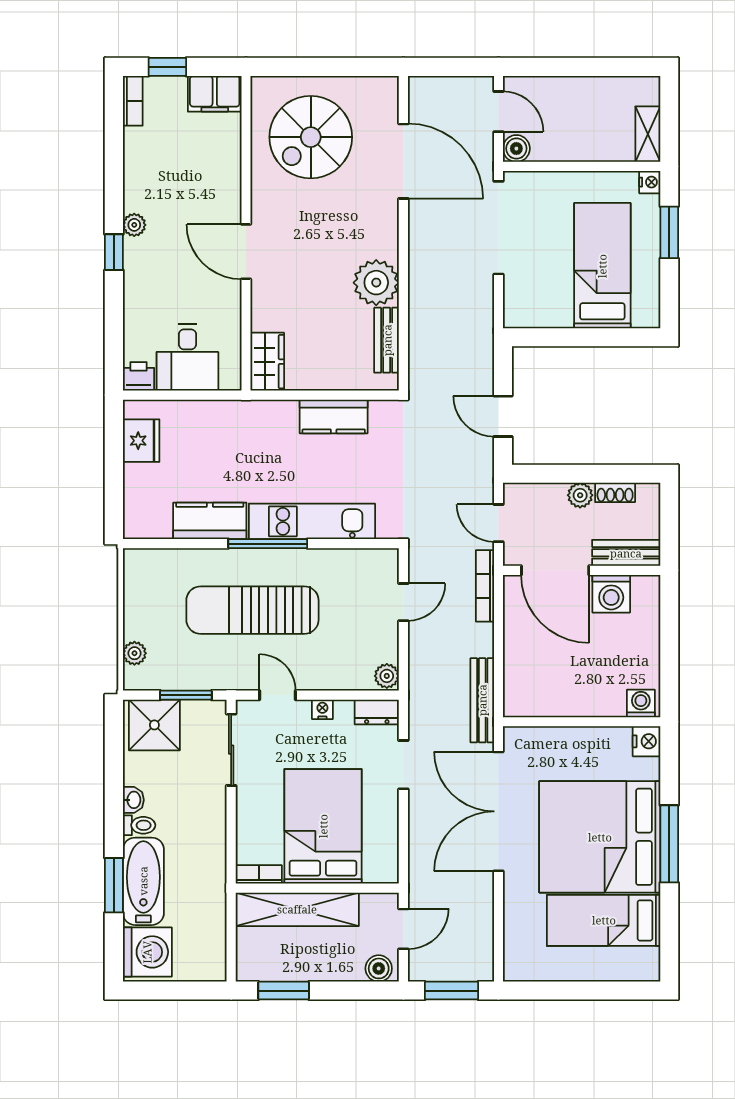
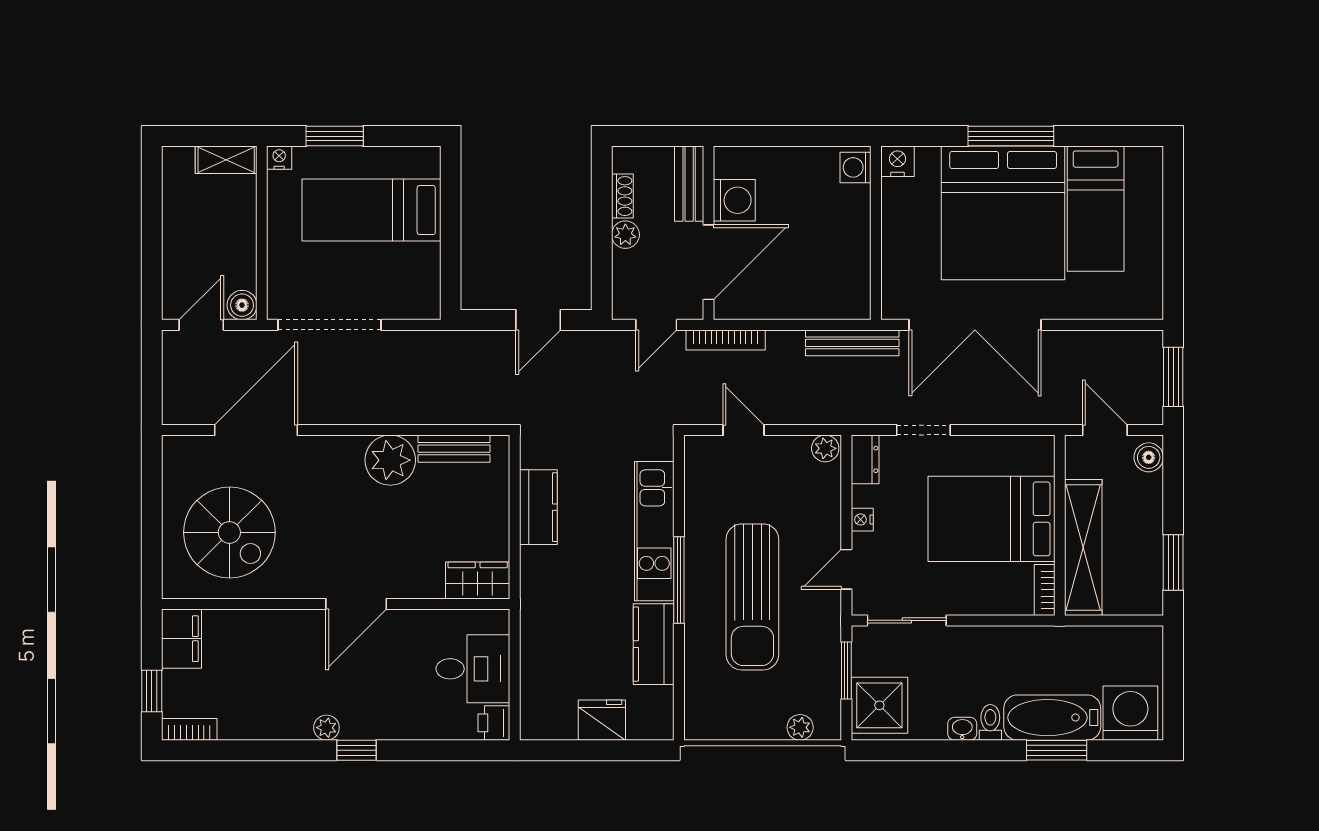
fridge: (141, 441) -> (602, 720), moved

